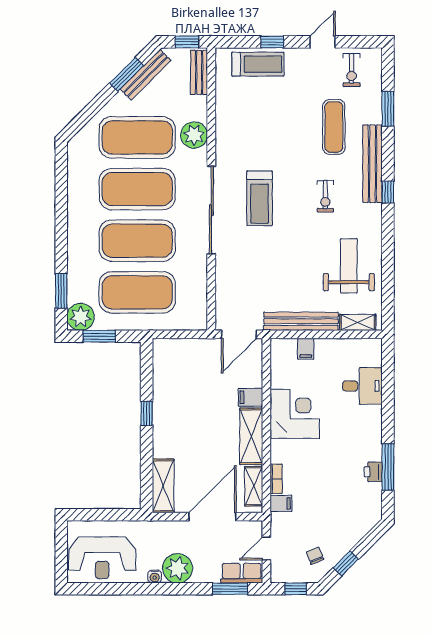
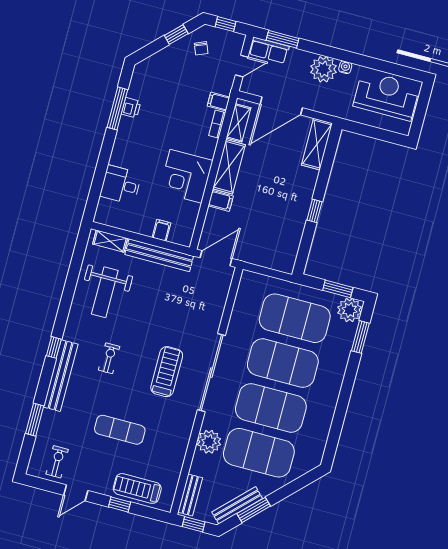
exercise mat: (334, 127) -> (120, 430), moved, turned 90

